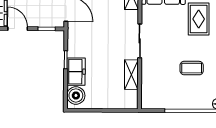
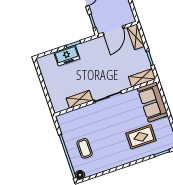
coffee table: (192, 68) -> (85, 148), moved
boiler: (76, 95) -> (48, 62), removed

